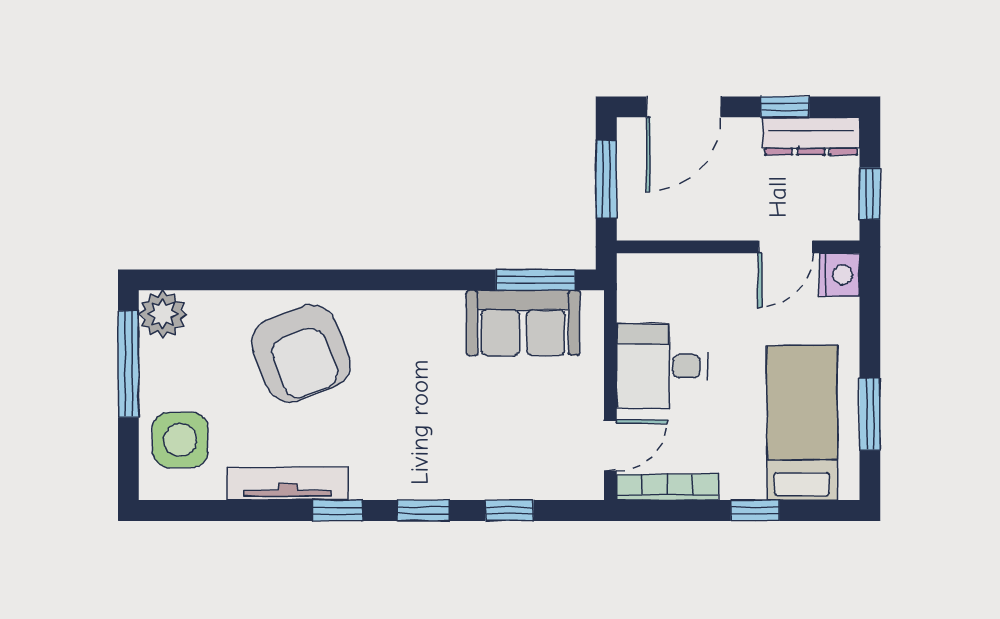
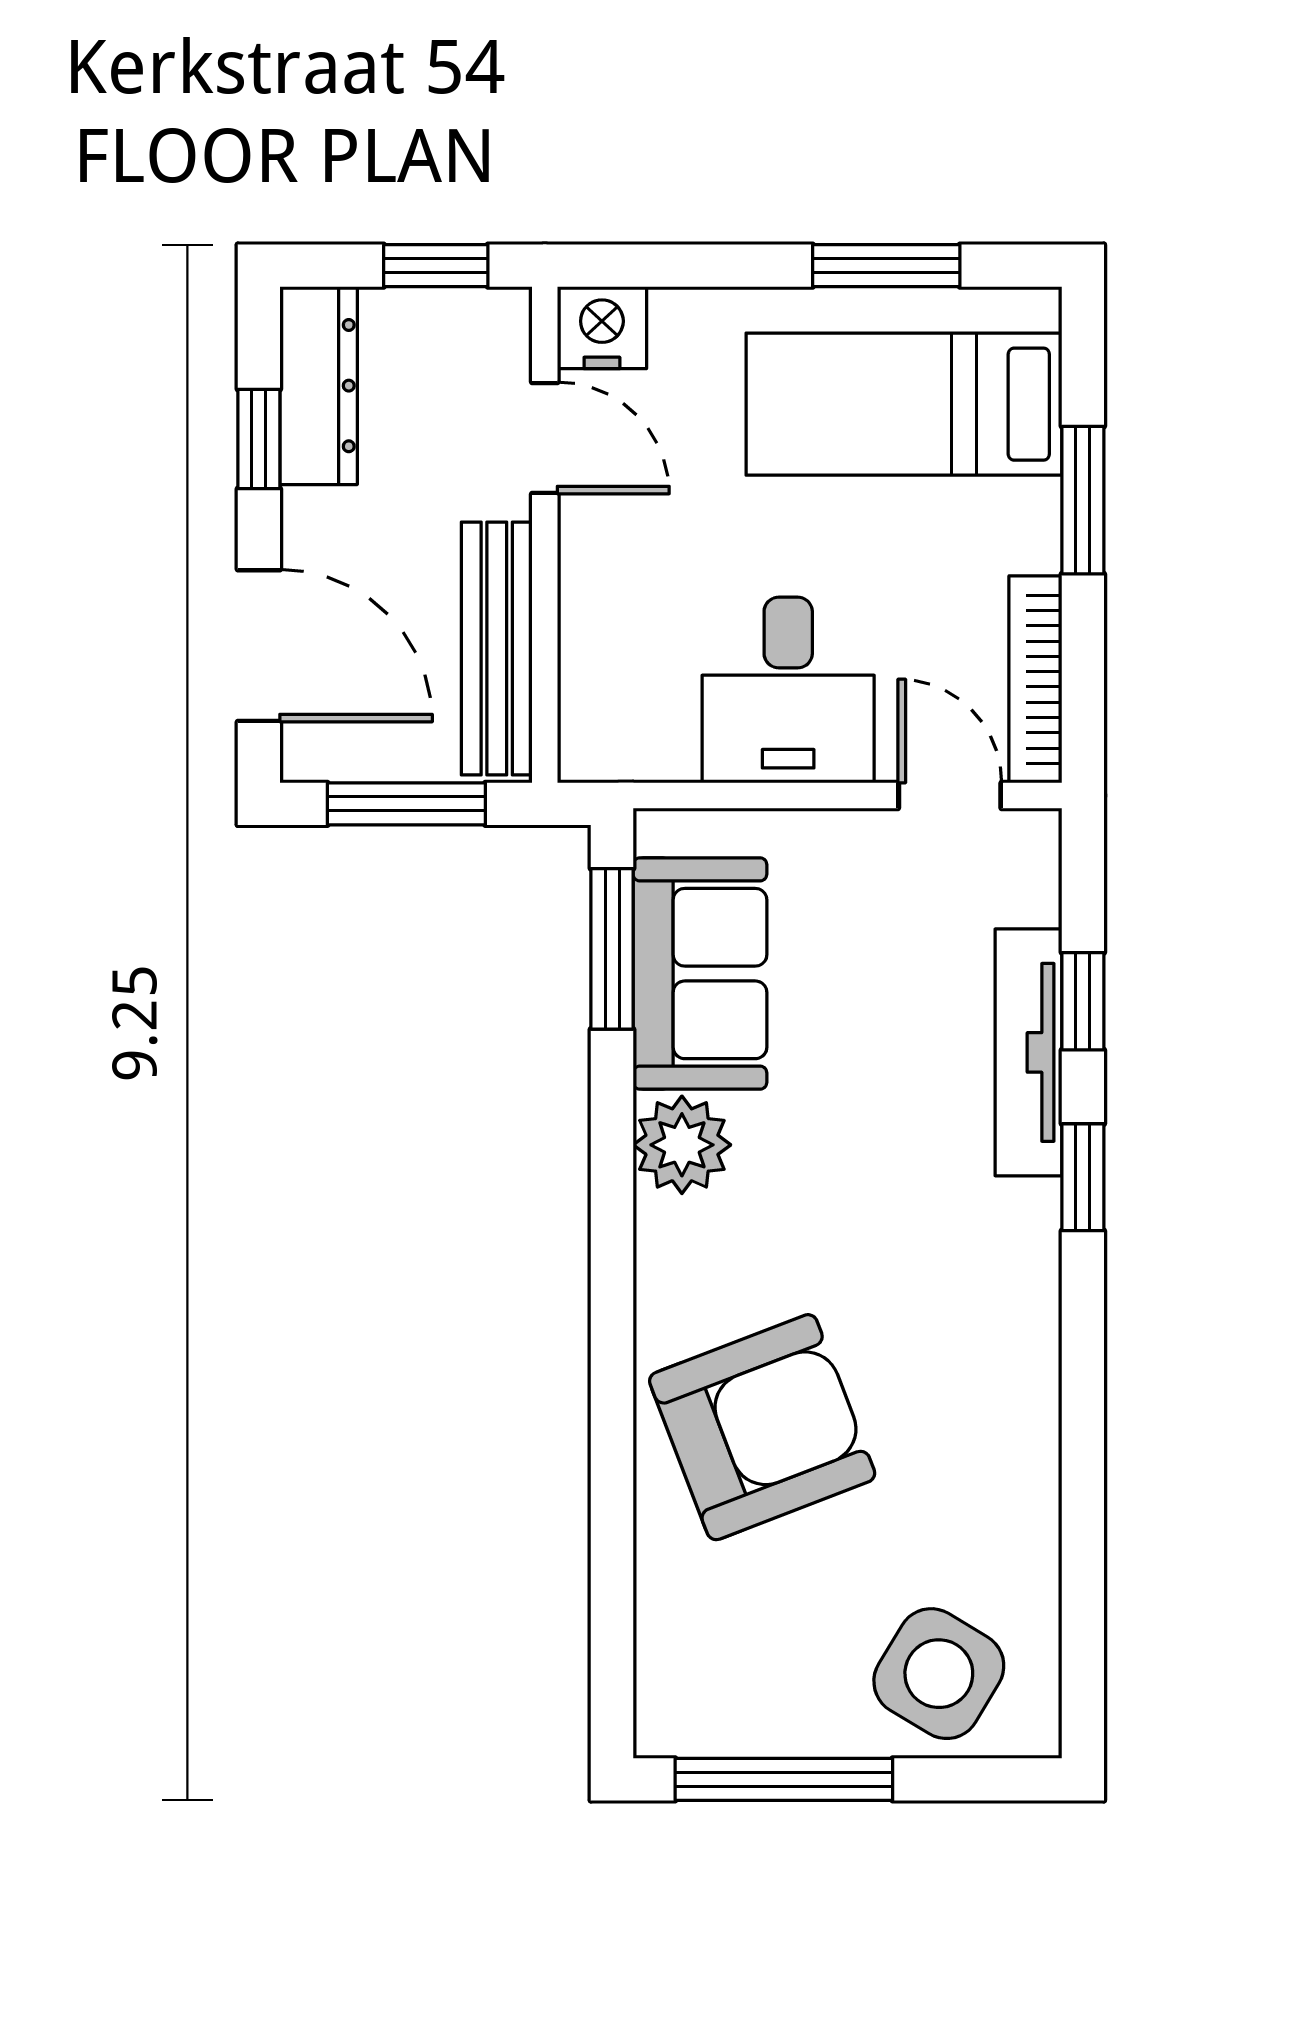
bench: (682, 223) -> (497, 648), added
plant: (163, 314) -> (682, 1145), moved
side table: (180, 440) -> (939, 1674), turned 31
tv unit: (288, 484) -> (1028, 1052), moved
window: (338, 510) -> (1083, 1352), removed
window: (755, 510) -> (1083, 500), width x1.50

